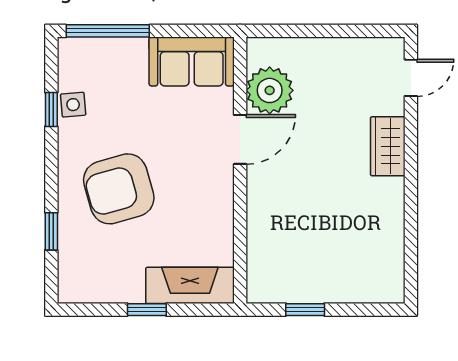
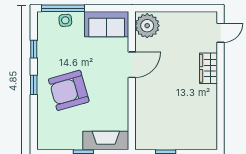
plant: (270, 90) -> (147, 26), moved
side table: (73, 105) -> (65, 20), moved
window: (51, 231) -> (34, 85), moved

